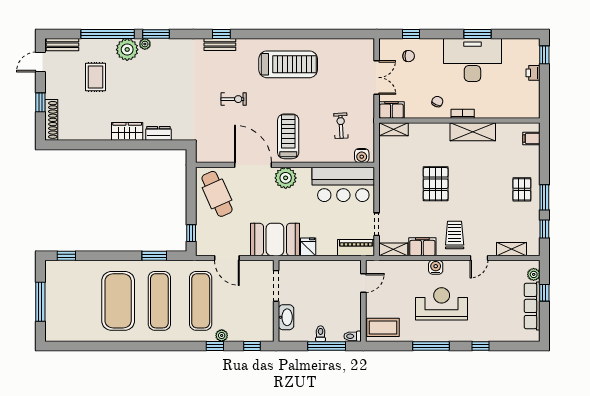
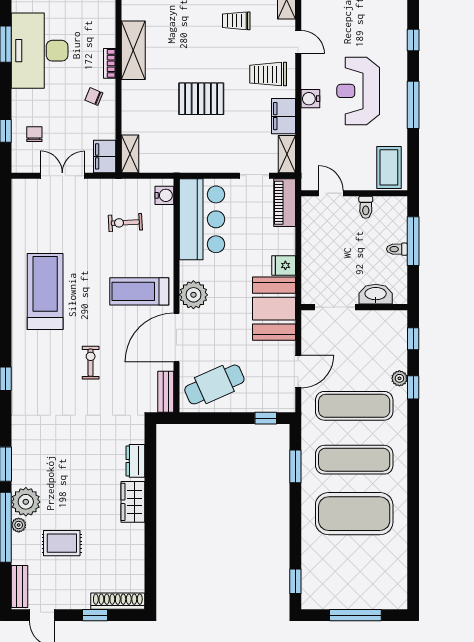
plant: (145, 44) -> (19, 525), moved
bench: (220, 45) -> (166, 392), moved
trolley: (495, 211) -> (236, 21), added
toilet: (353, 336) -> (366, 207), moved

